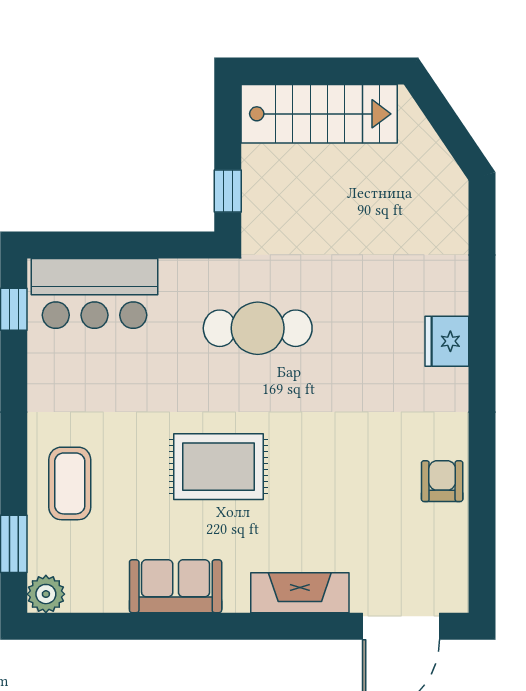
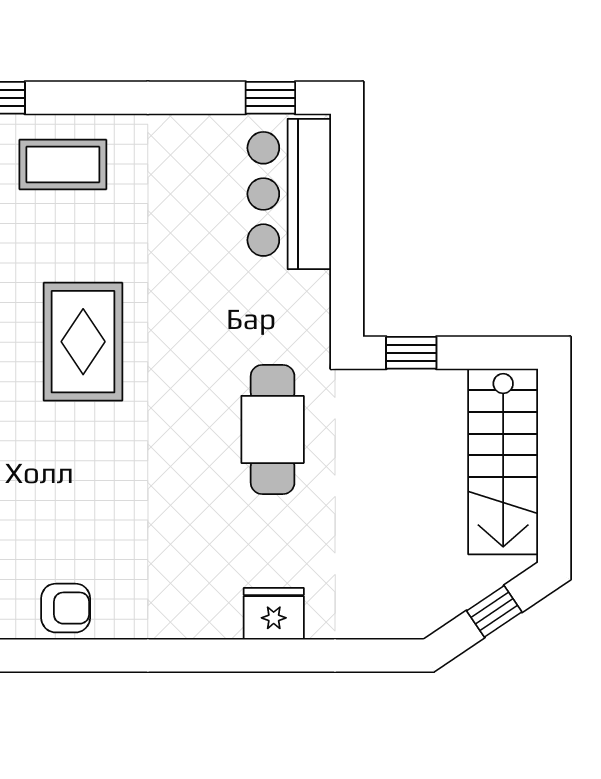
window: (445, 121) -> (494, 611), added
cafe table: (258, 328) -> (273, 429), moved
fridge: (447, 341) -> (274, 614), moved

